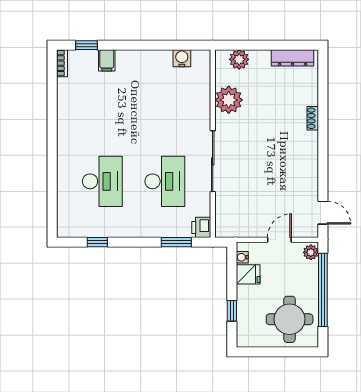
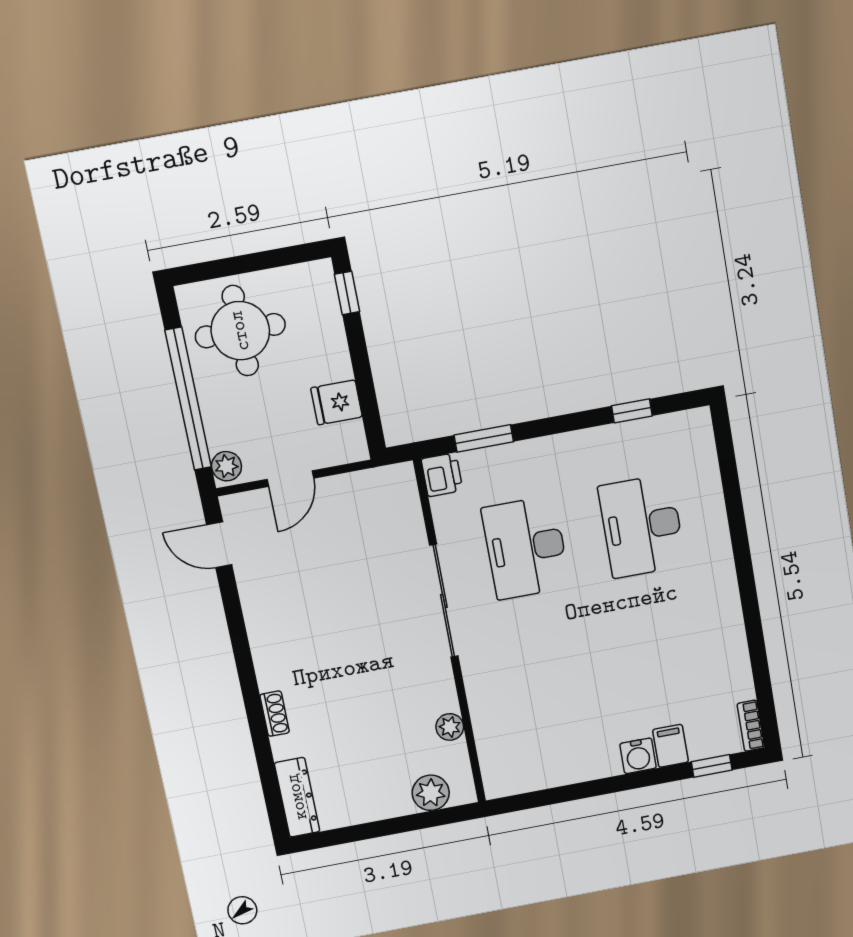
water cooler: (182, 58) -> (638, 756), moved
dresser: (293, 58) -> (297, 797), moved, turned 90
plant: (229, 100) -> (450, 727), width x0.53, depth x0.53
water cooler: (242, 257) -> (354, 433), removed
window: (232, 311) -> (347, 293), moved

